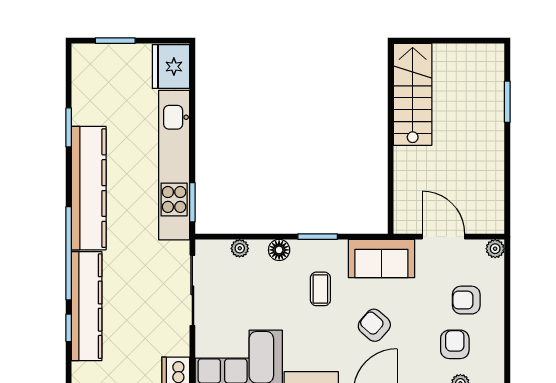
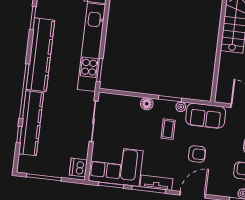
plant: (240, 248) -> (181, 107), moved
armchair: (374, 325) -> (197, 154), turned 139

